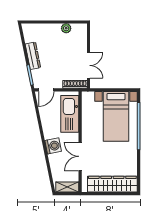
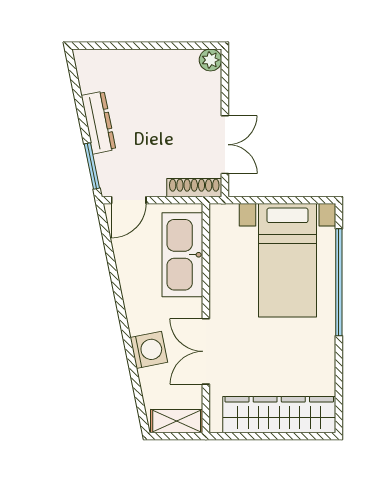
plant: (66, 28) -> (211, 60), moved
washing machine: (53, 146) -> (149, 350), moved

